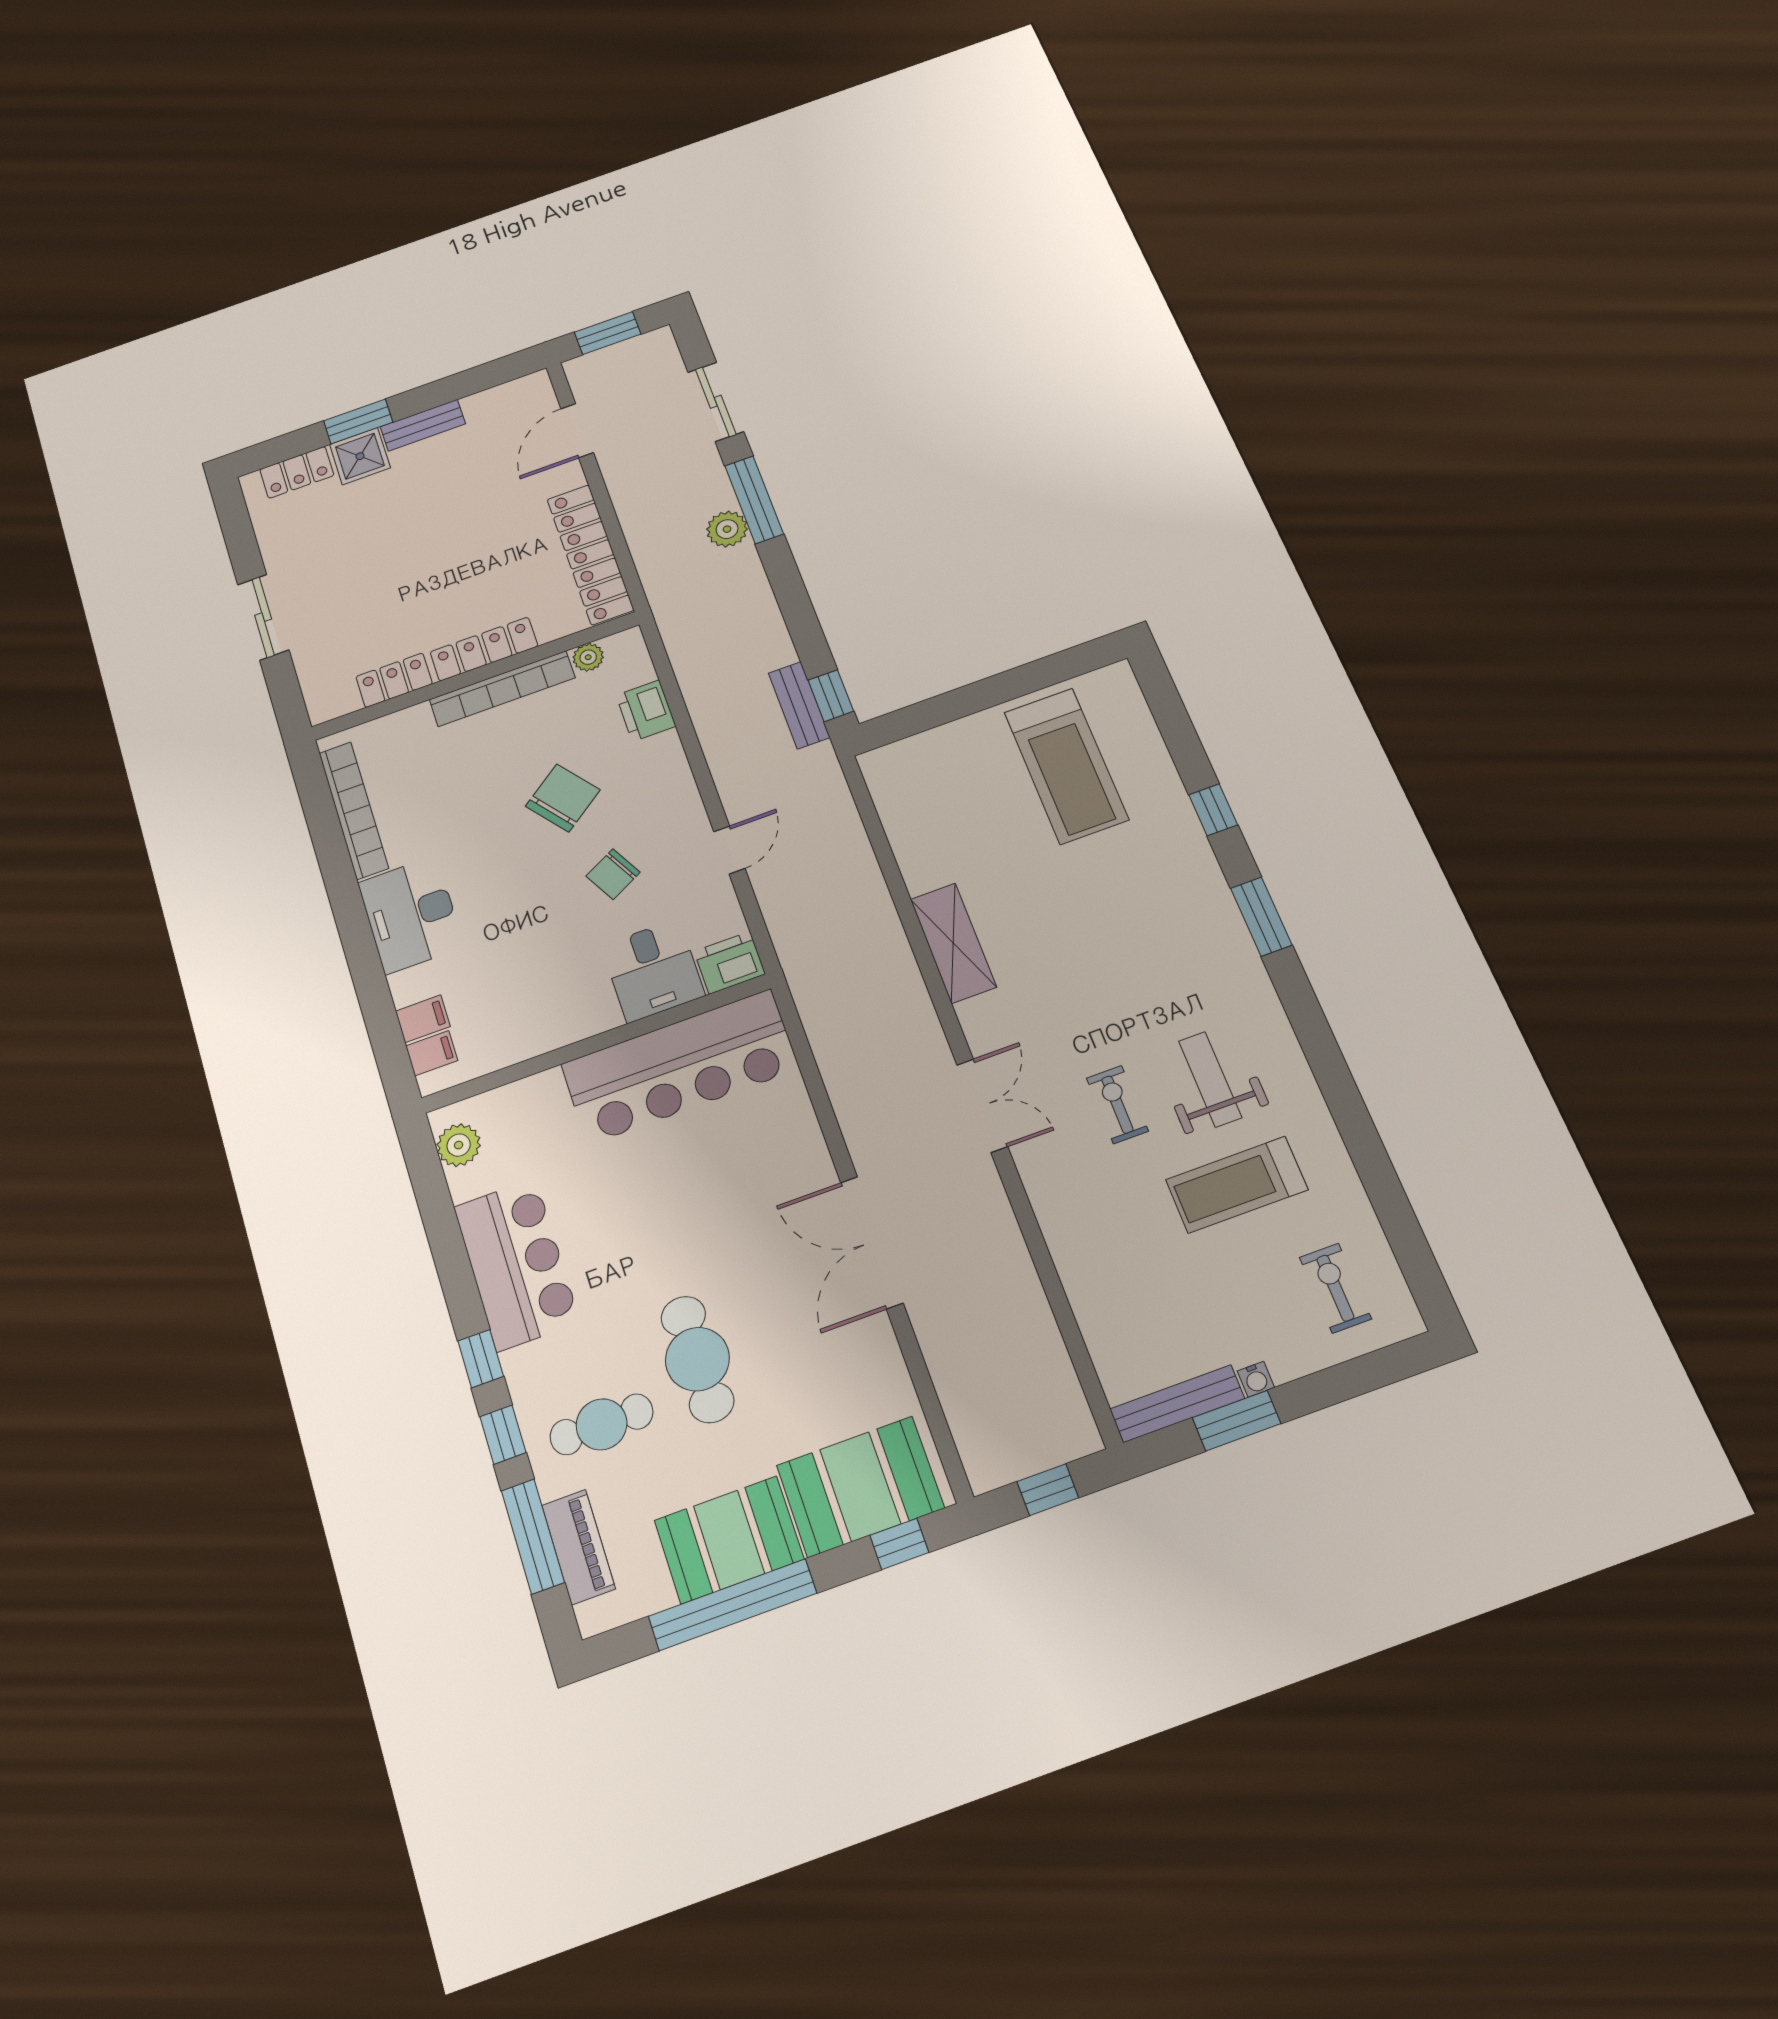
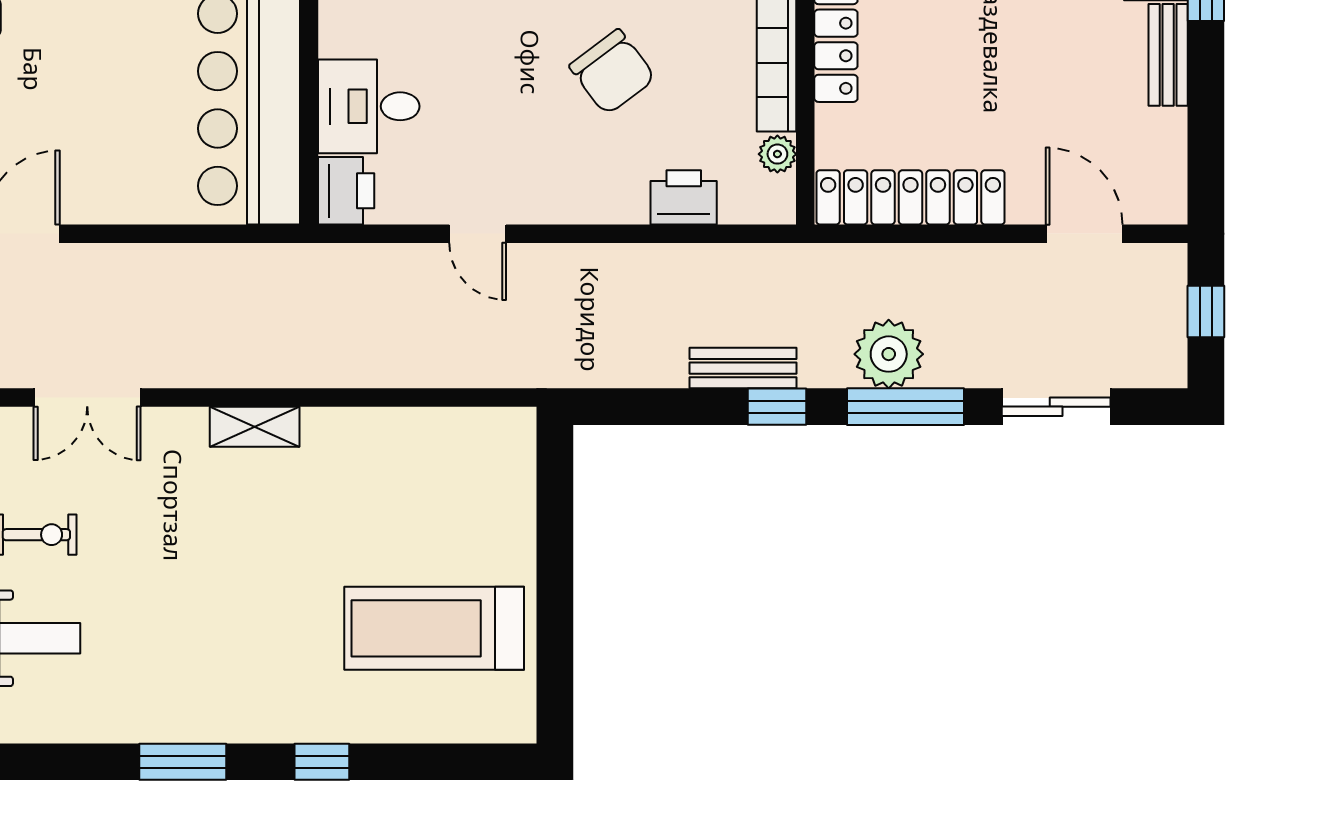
window: (608, 333) -> (1206, 311), width x0.67
plant: (727, 529) -> (889, 354), width x1.36, depth x1.36
window: (831, 696) -> (777, 407), moved
bench: (799, 705) -> (743, 368), moved
chair: (613, 874) -> (498, 99), removed
shelving: (953, 943) -> (255, 427), width x0.67, depth x0.75

